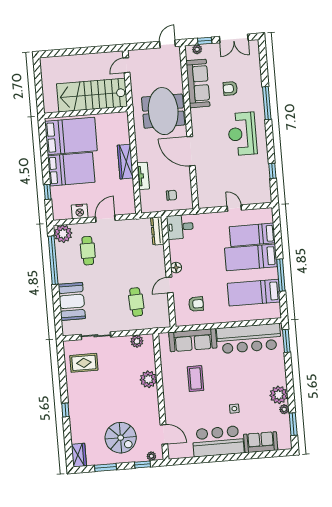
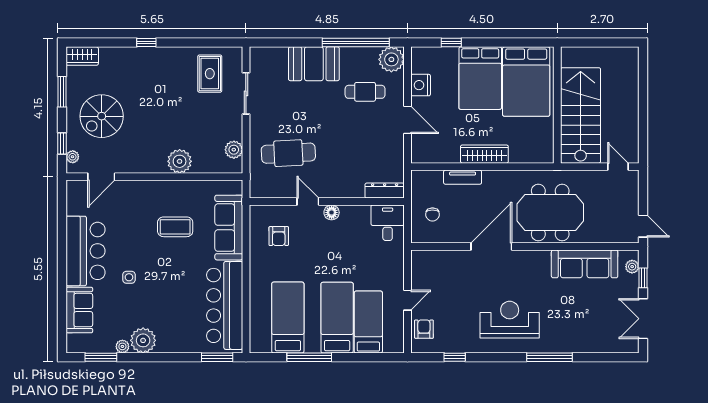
armchair: (230, 88) -> (424, 329), moved
booth: (72, 301) -> (314, 64), moved
cafe table: (136, 302) -> (288, 153), width x1.37, depth x1.35

